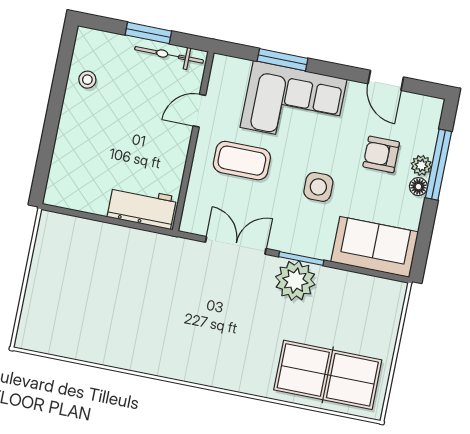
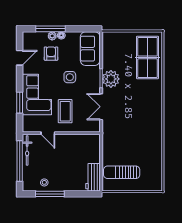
window: (148, 33) -> (20, 161), width x2.11
window: (59, 87) -> (50, 194), added
armchair: (381, 154) -> (51, 54), turned 180
workbench: (142, 207) -> (93, 177), moved
sun lounger: (75, 263) -> (122, 172), added

